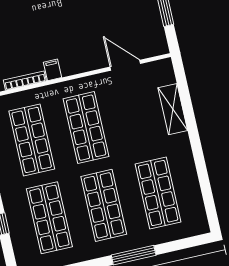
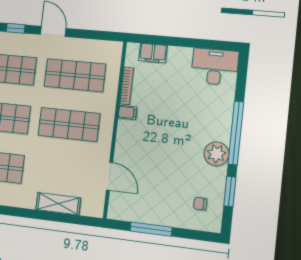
door: (125, 65) -> (110, 176), hinge flipped

